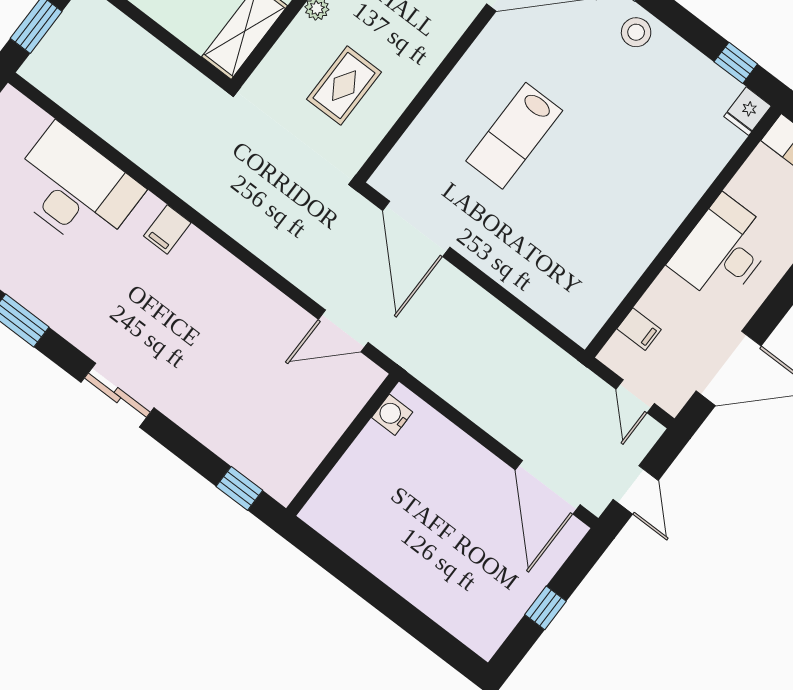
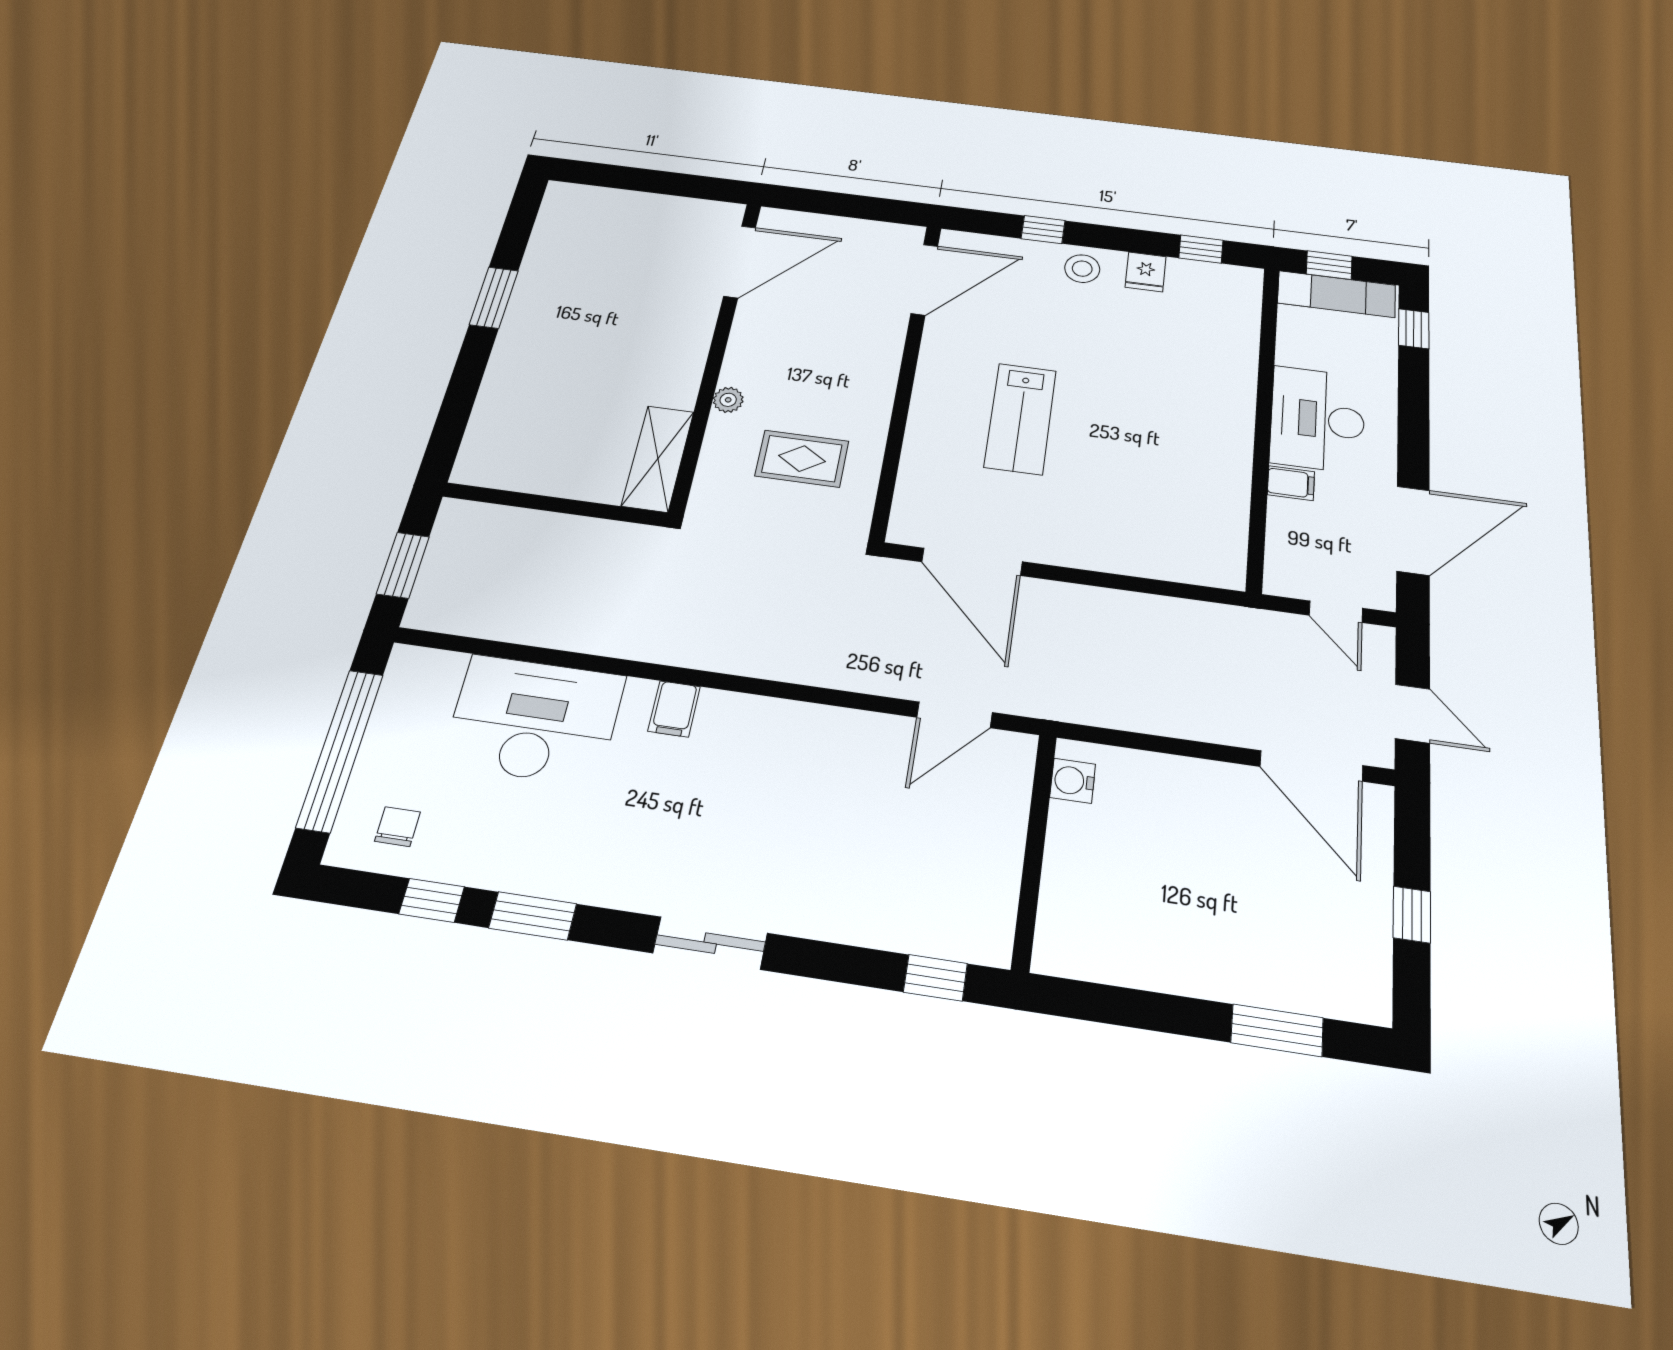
rug: (344, 86) -> (802, 459), turned 90
fridge: (747, 111) -> (1146, 272), moved
filing cabinet: (639, 329) -> (1291, 483), moved
window: (420, 627) -> (1277, 1030), added

